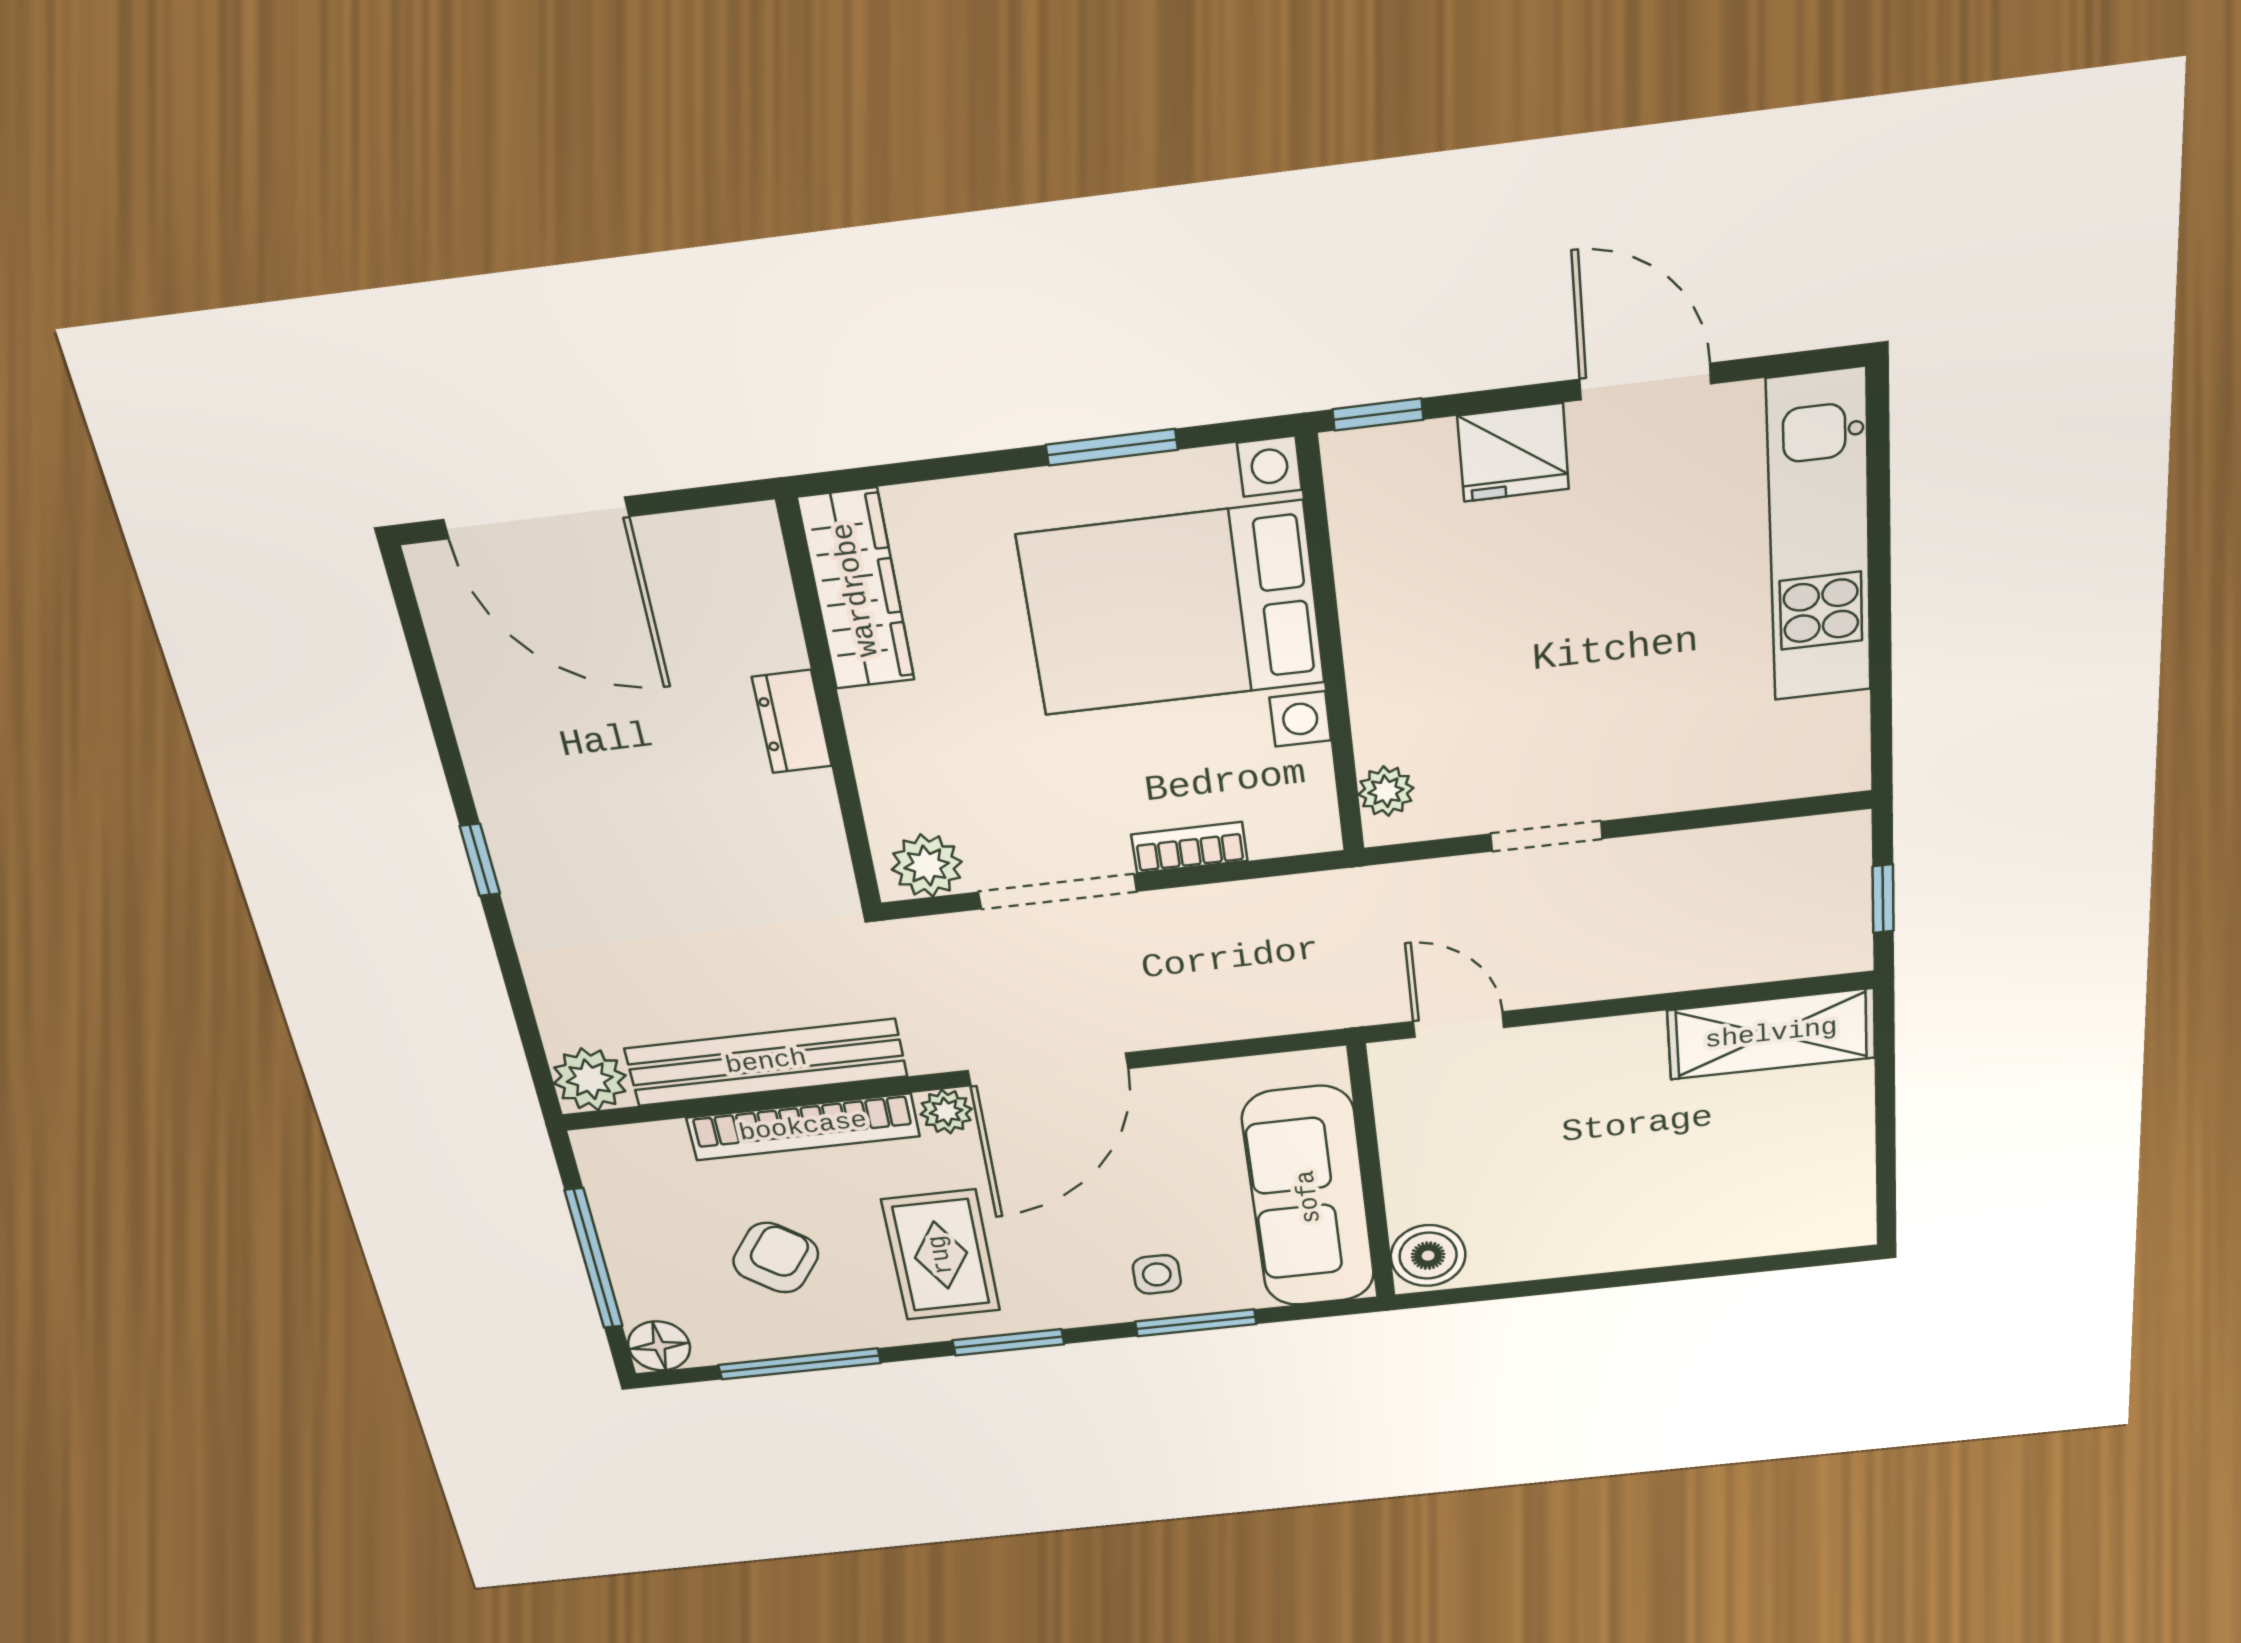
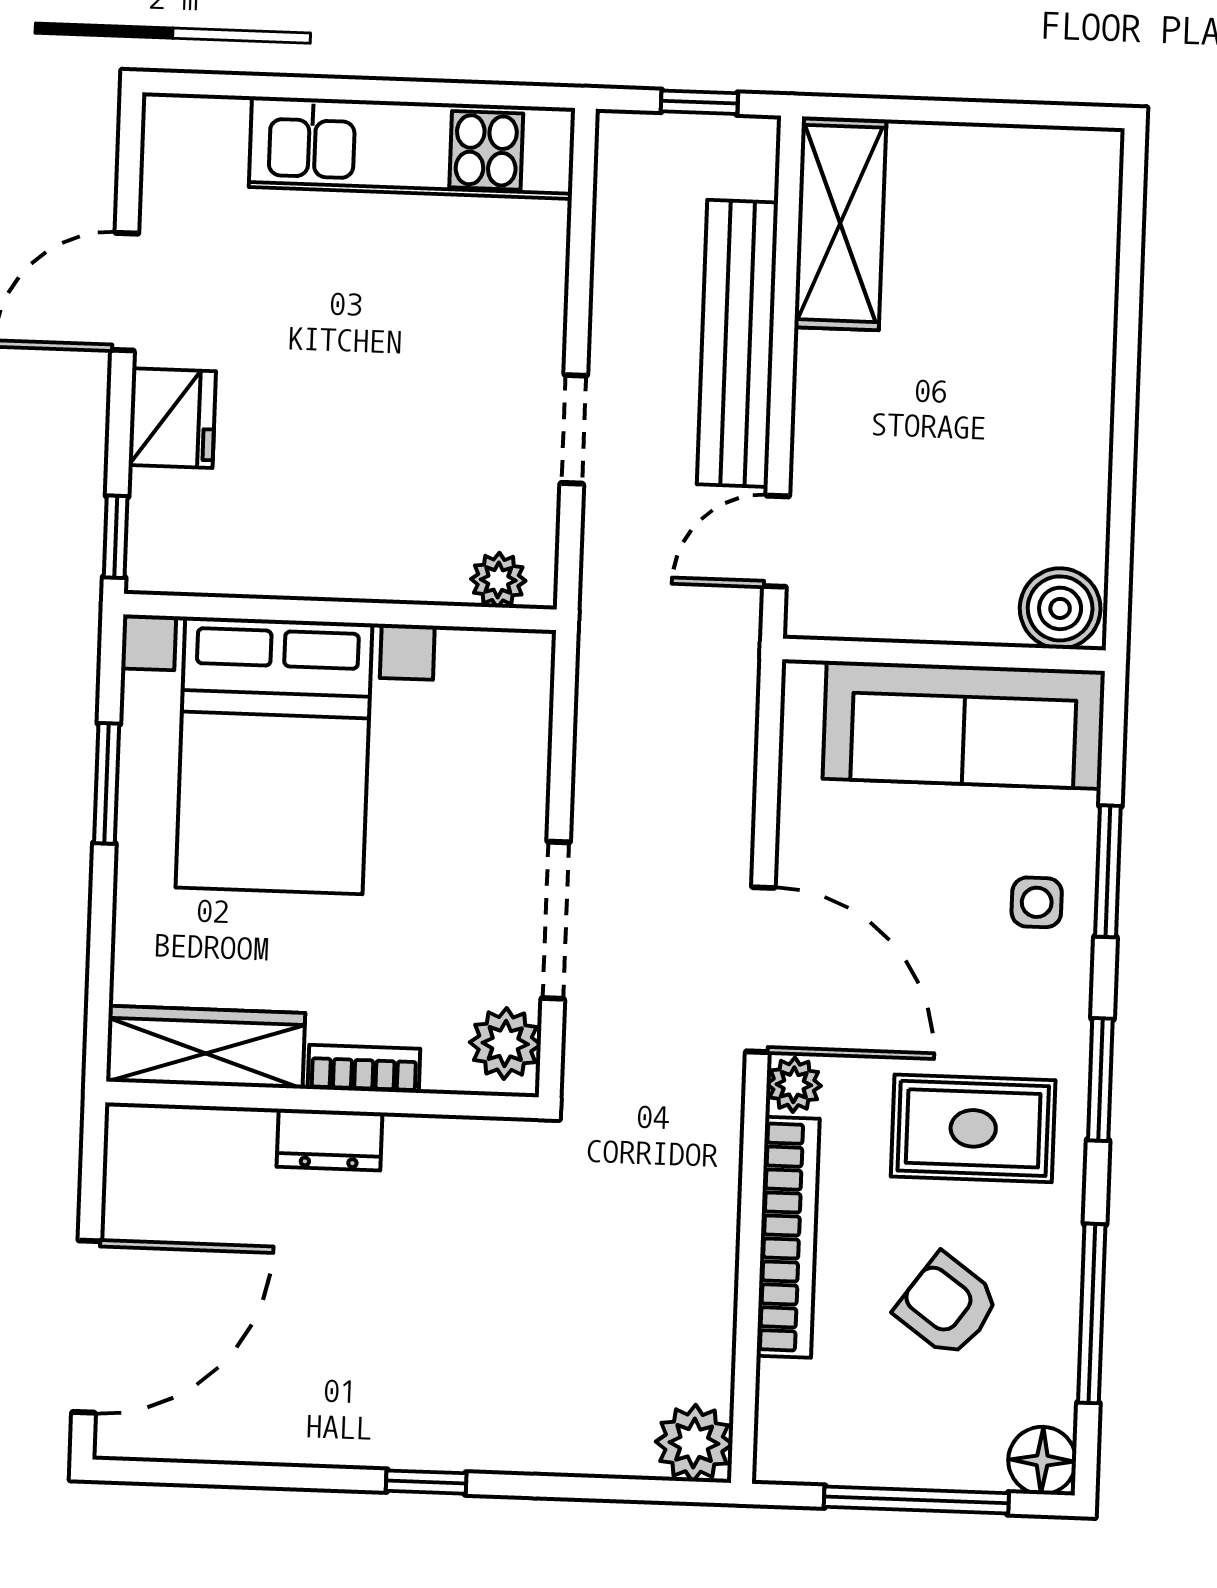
kitchen unit: (1819, 538) -> (412, 148), moved
bookcase: (1189, 848) -> (364, 1069), moved, turned 90
bench: (766, 1062) -> (737, 343), moved

